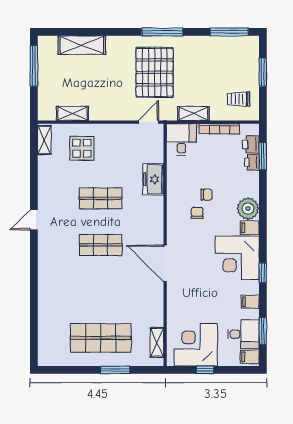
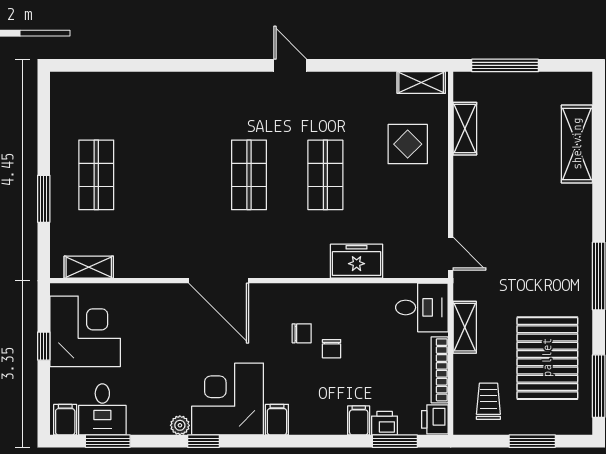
window: (34, 66) -> (505, 65), moved
pallet: (155, 72) -> (547, 358), moved, turned 90
printer: (251, 144) -> (435, 419), moved, turned -90
plant: (248, 209) -> (180, 425), moved, width x0.53, depth x0.53
door: (165, 263) -> (219, 281), swing flipped
filing cabinet: (250, 302) -> (359, 420), moved
shop shelf: (101, 338) -> (96, 175), width x0.70, depth x0.74

